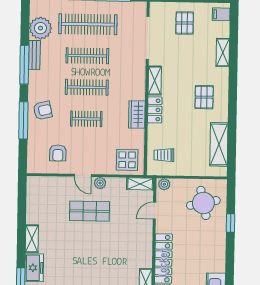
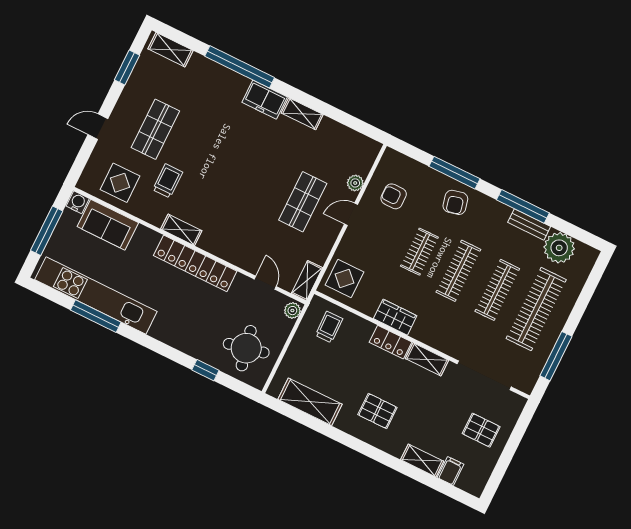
filing cabinet: (221, 14) -> (450, 471), moved
plant: (100, 183) -> (355, 183), moved

